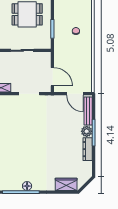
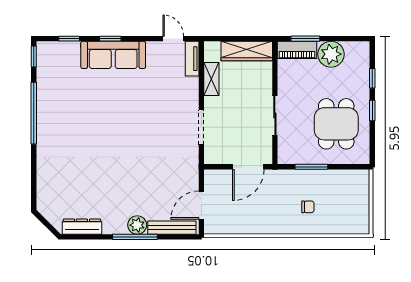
door: (52, 77) -> (248, 167), moved
dresser: (88, 149) -> (82, 227), moved
wardrobe: (66, 184) -> (47, 190), removed
floor lamp: (27, 186) -> (44, 124), removed

